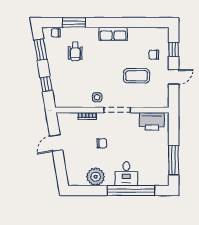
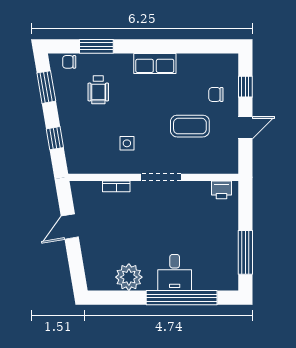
side table: (97, 97) -> (127, 143), moved
printer: (152, 121) -> (221, 190), width x0.53, depth x0.68
chair: (102, 143) -> (138, 227), removed

